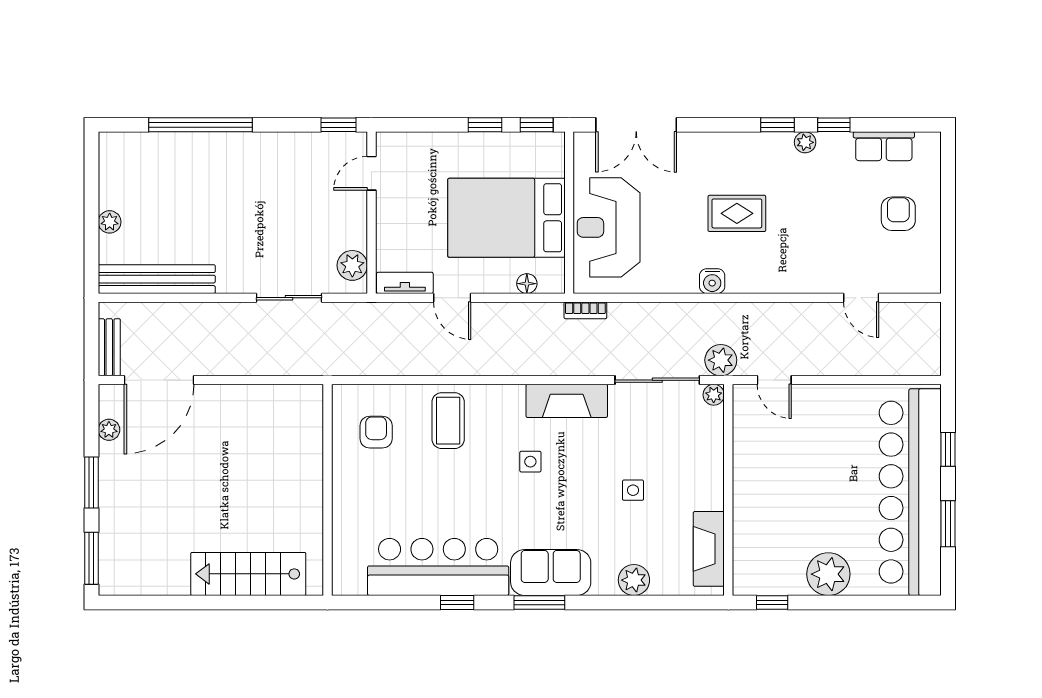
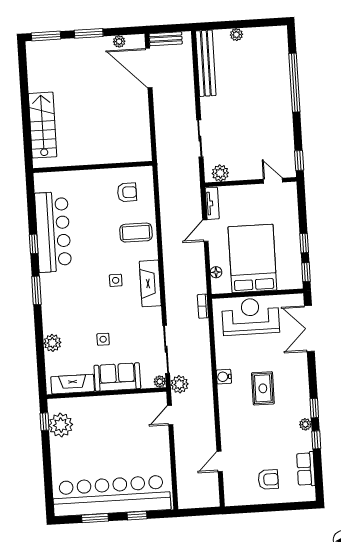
fireplace: (567, 401) -> (150, 283), moved
sofa: (551, 572) -> (117, 377), moved, turned -90
plant: (828, 574) -> (61, 425), moved

